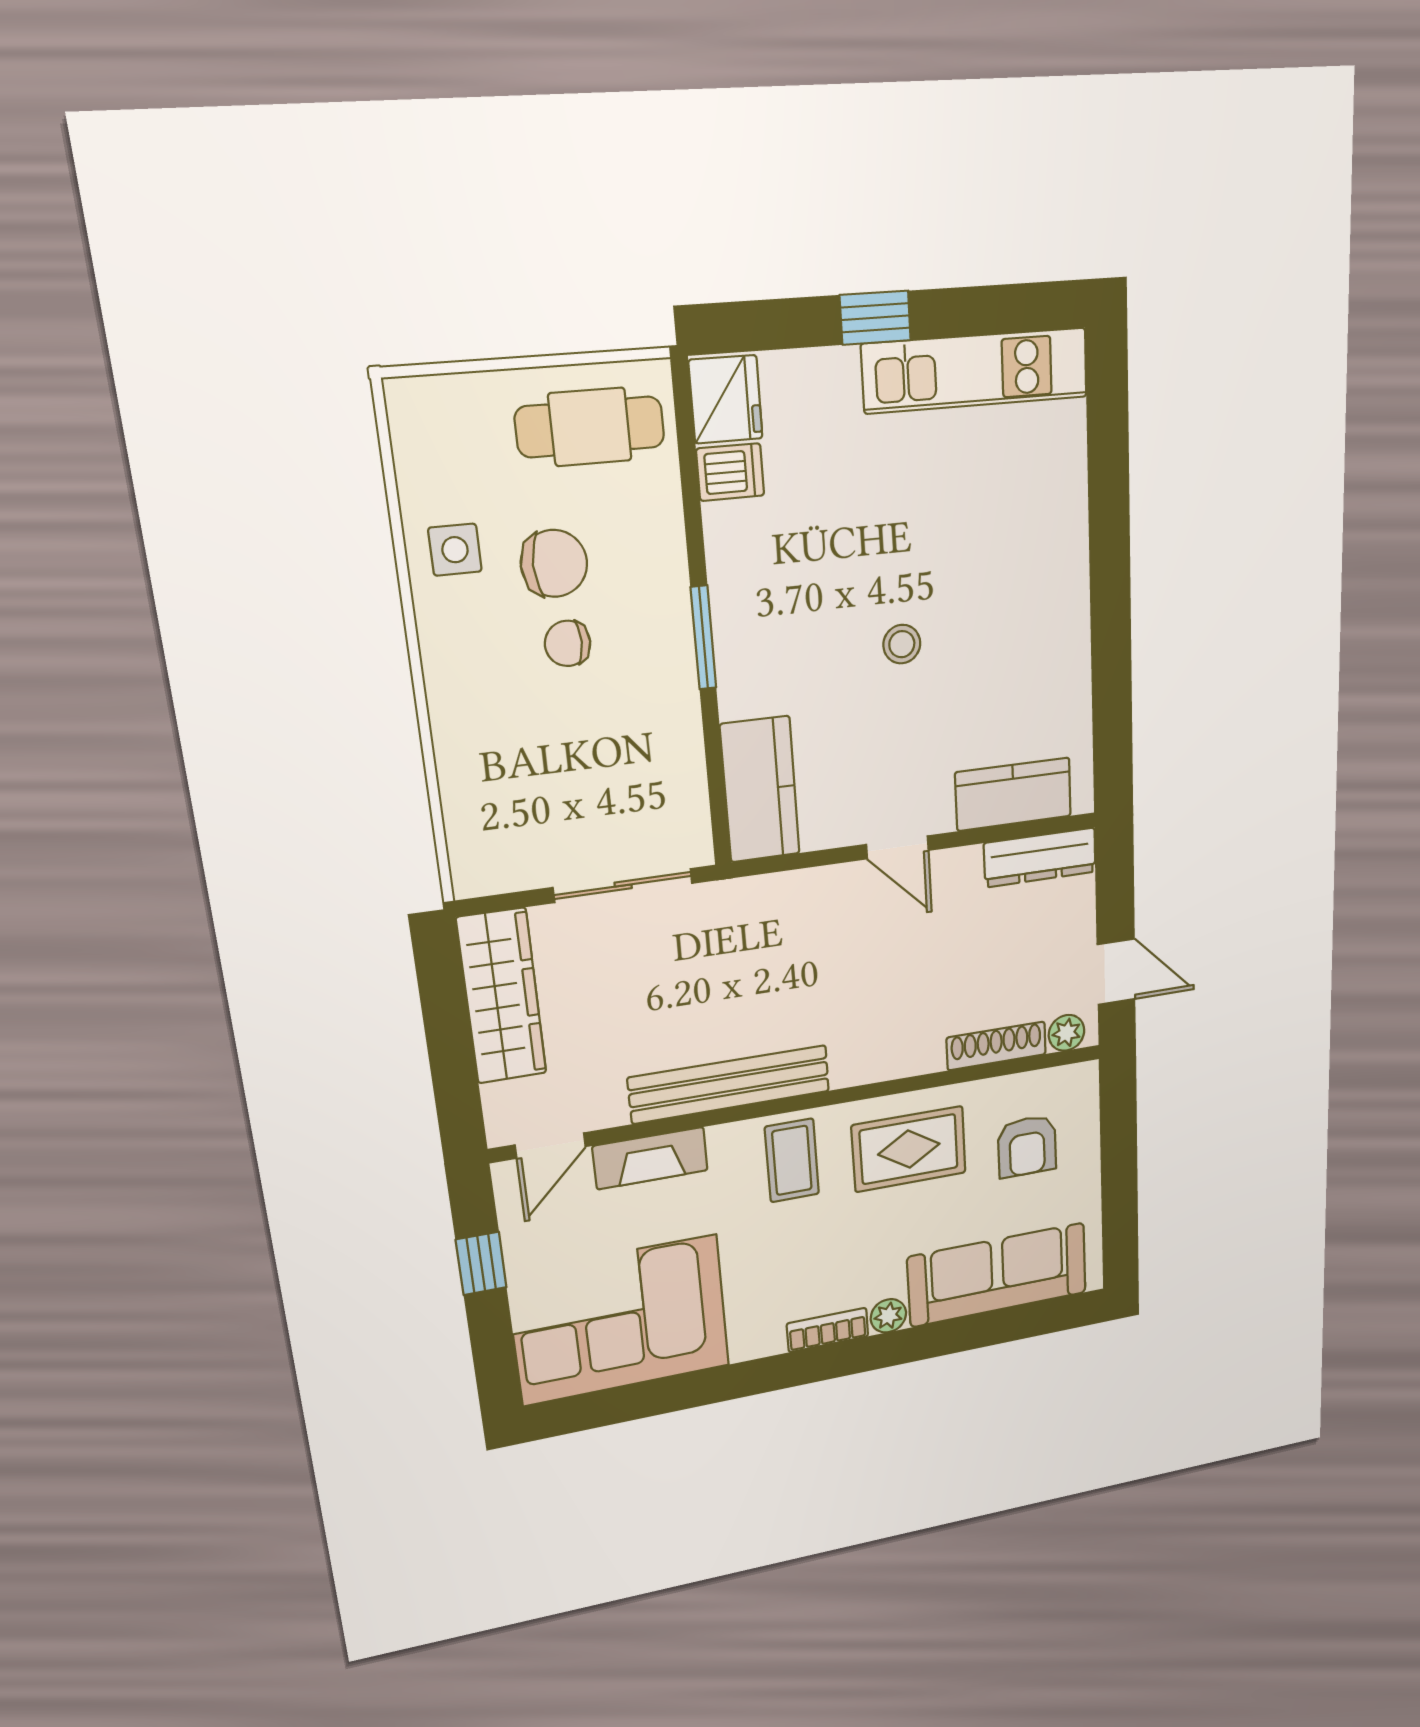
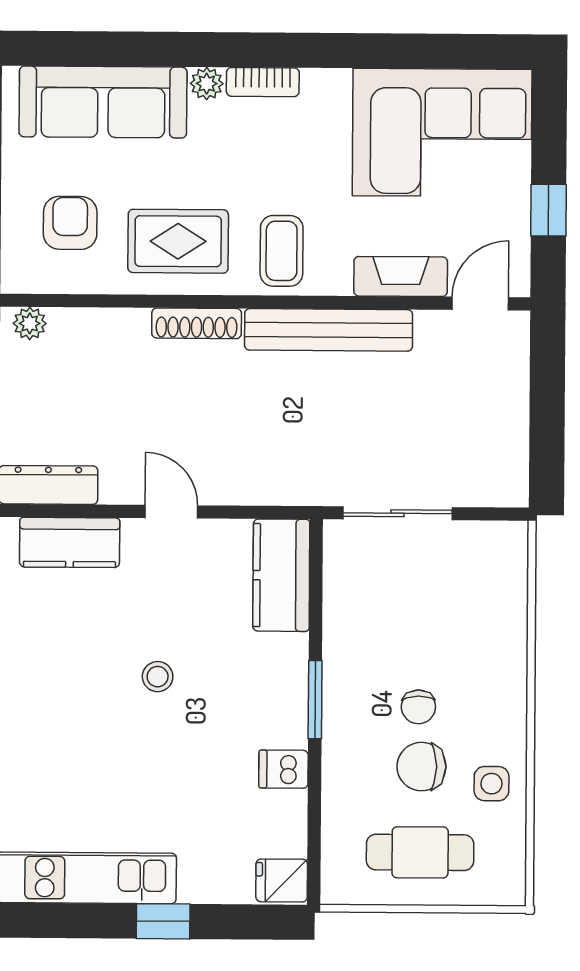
fridge: (726, 399) -> (282, 880), width x0.72
cafe table: (590, 427) -> (420, 852), moved
dishwasher: (730, 472) -> (283, 769), moved
chair: (568, 643) -> (418, 707), turned 89
wardrobe: (502, 996) -> (502, 438), removed
shoe rack: (996, 1046) -> (197, 323), moved

